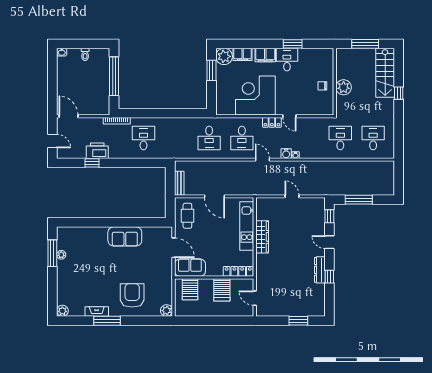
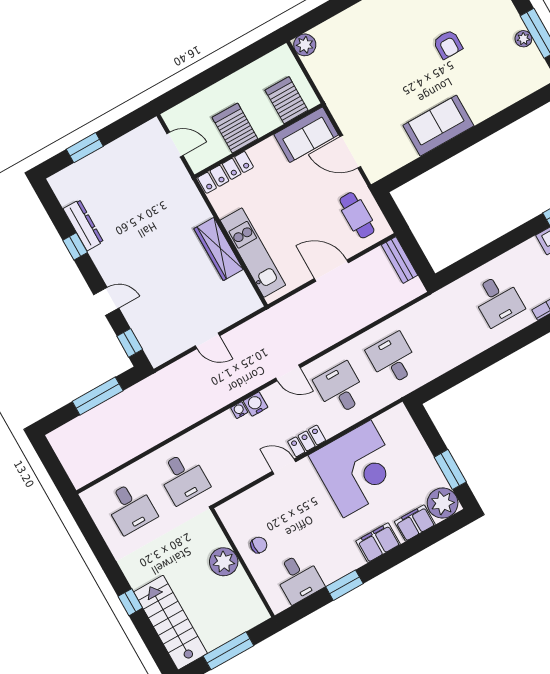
desk: (287, 60) -> (298, 578), moved
dresser: (320, 270) -> (83, 225), moved
armchair: (132, 295) -> (448, 44), moved, width x0.53, depth x0.53

